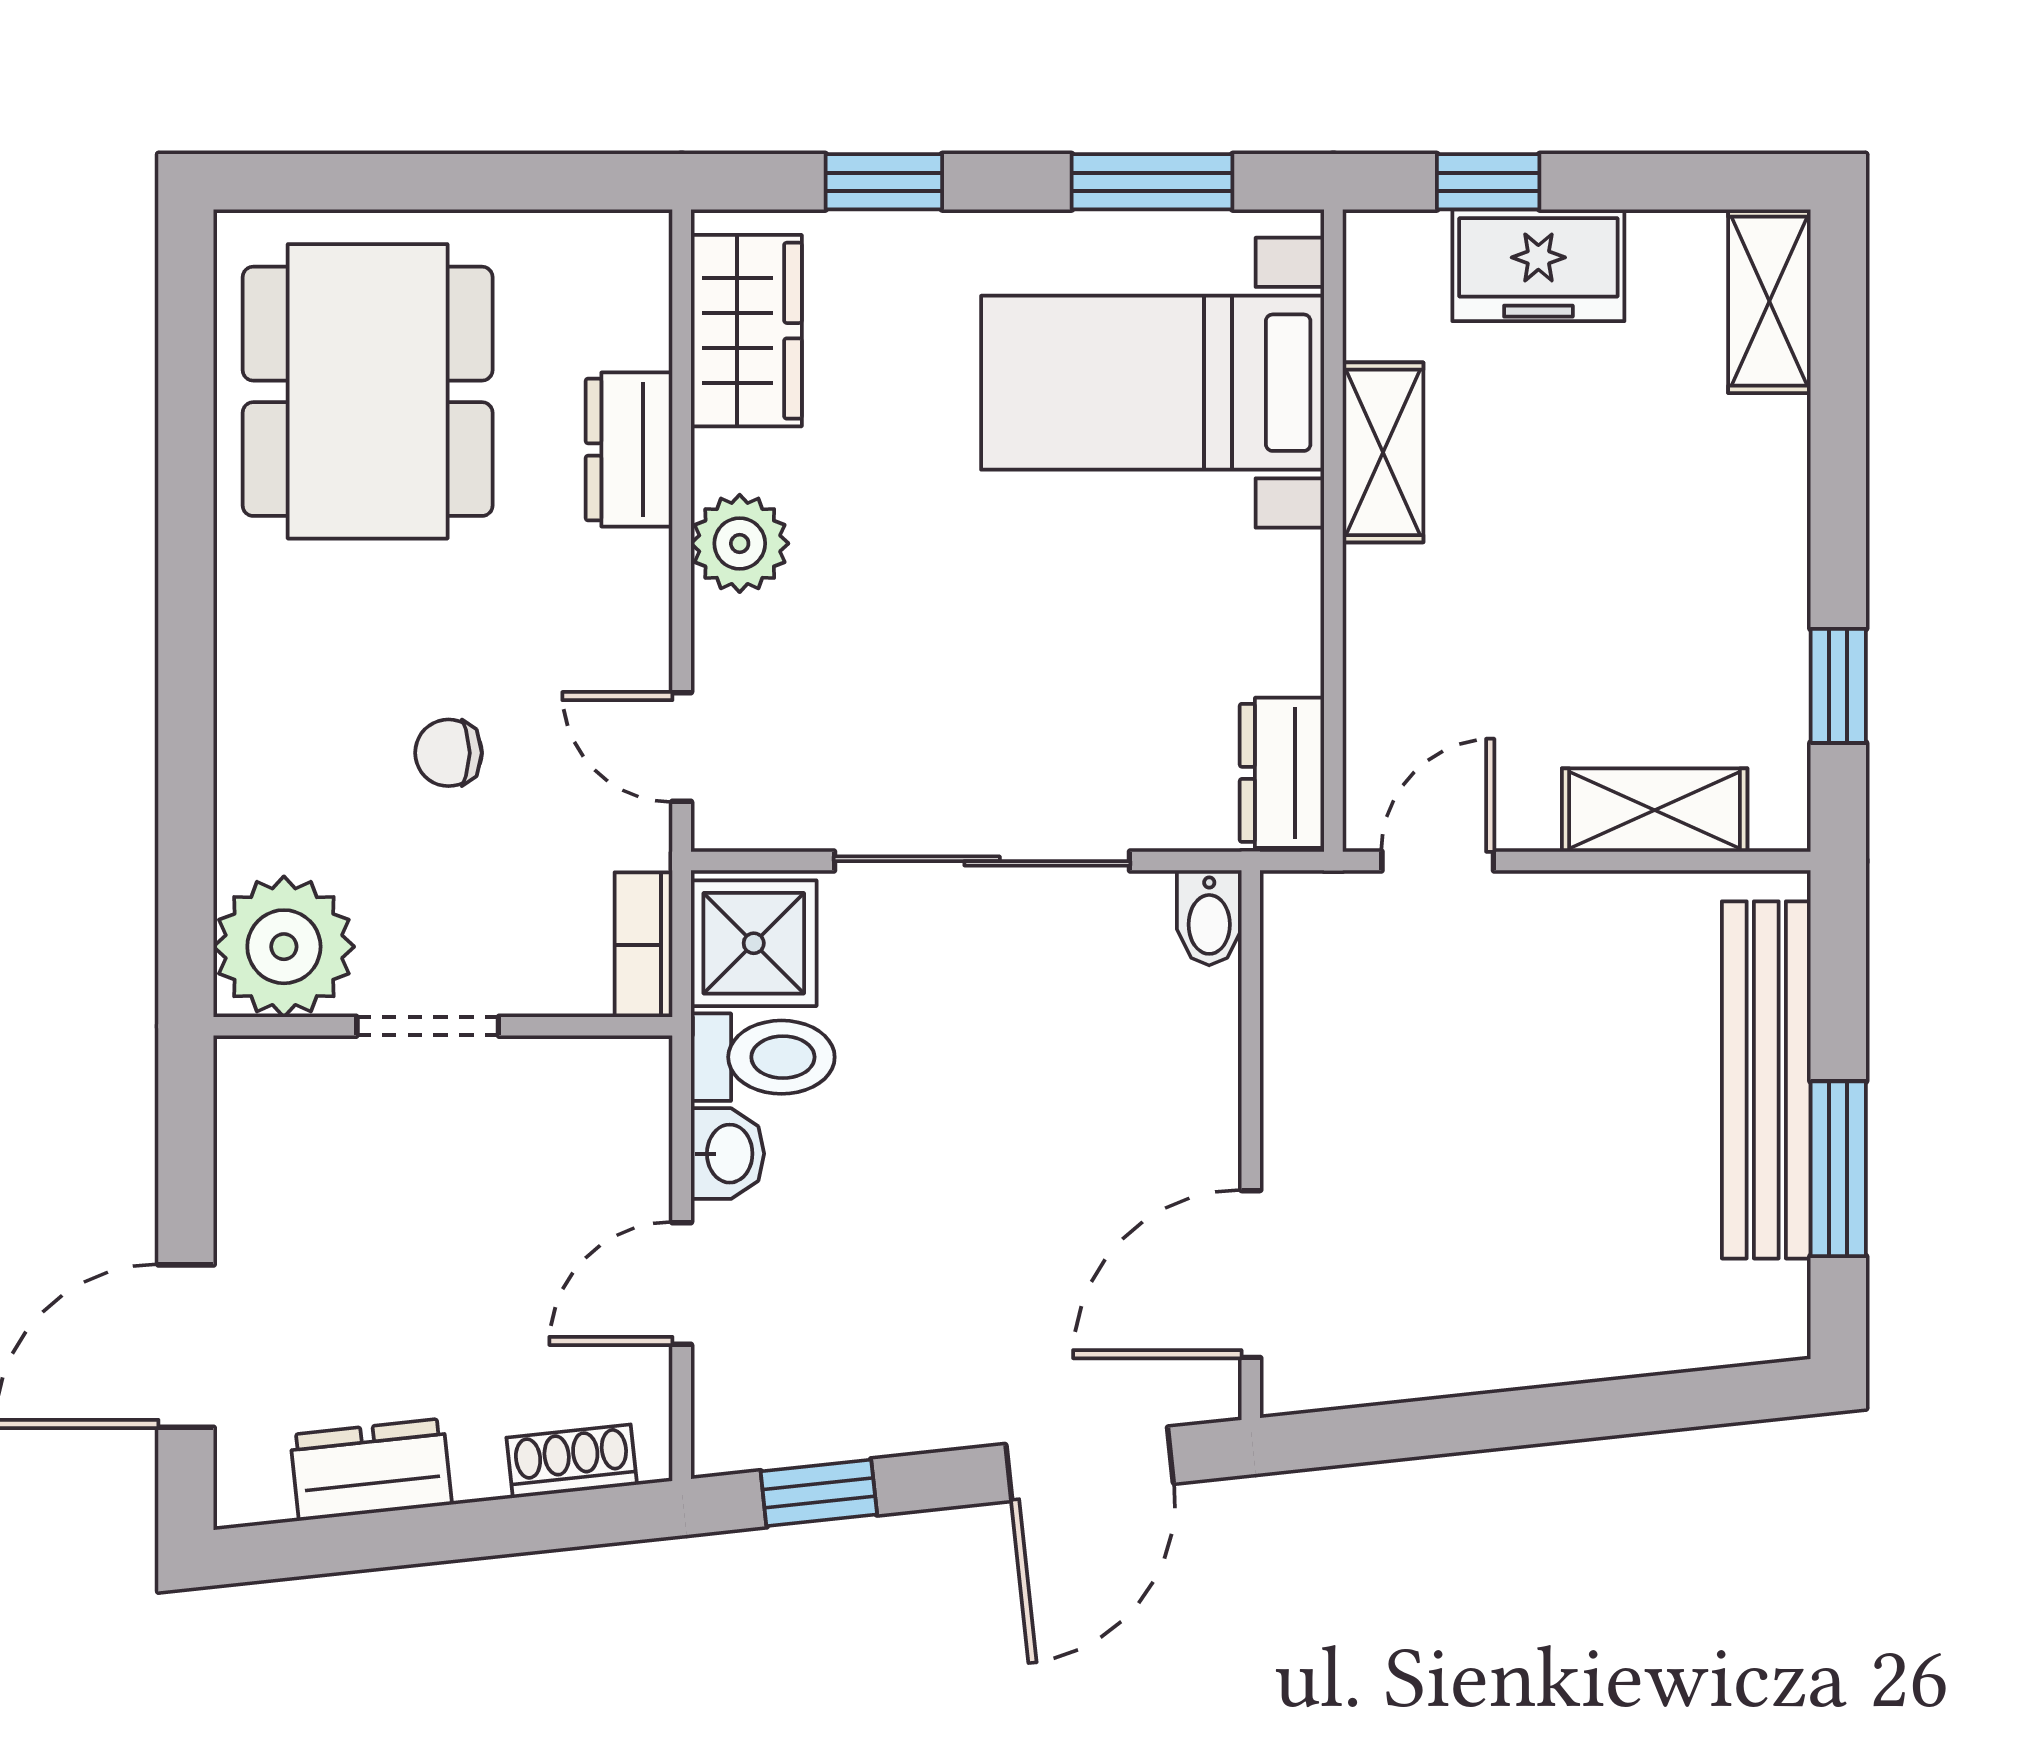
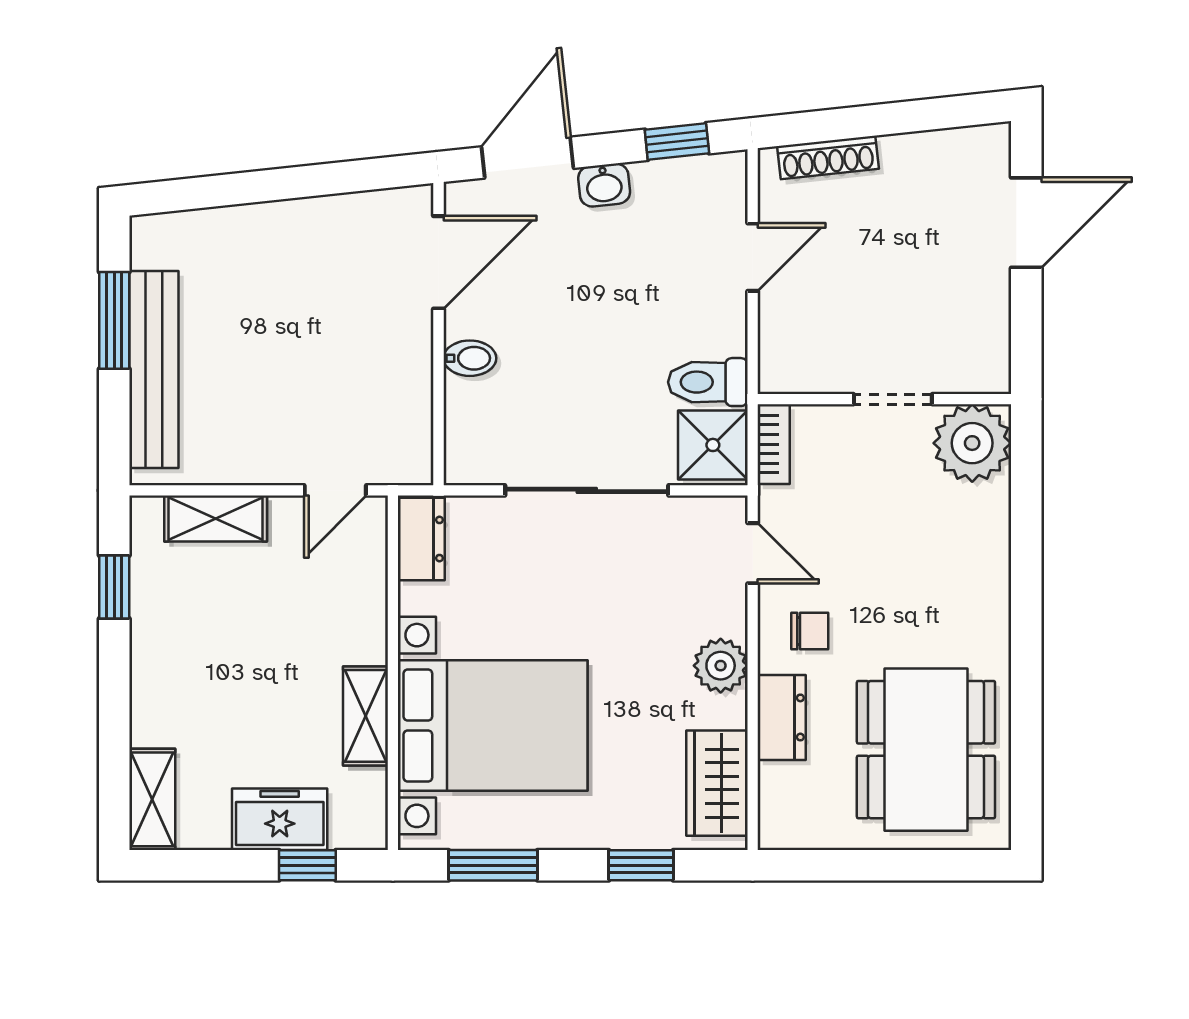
bed with nightstands: (1153, 383) -> (493, 725), width x1.36
chair: (448, 753) -> (810, 631), moved
bidet: (1209, 918) -> (470, 358), moved, turned 90
washbasin: (728, 1154) -> (604, 185), moved, turned -96
shoe rack: (572, 1461) -> (828, 158), width x1.43
dresser: (371, 1470) -> (924, 154), removed

